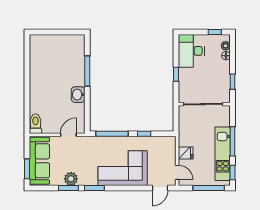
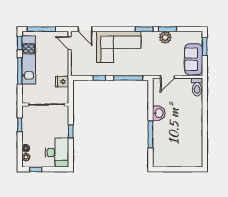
fridge: (186, 153) -> (62, 82), moved
sofa: (39, 161) -> (193, 59), width x0.73
door: (160, 188) -> (85, 29), swing flipped

